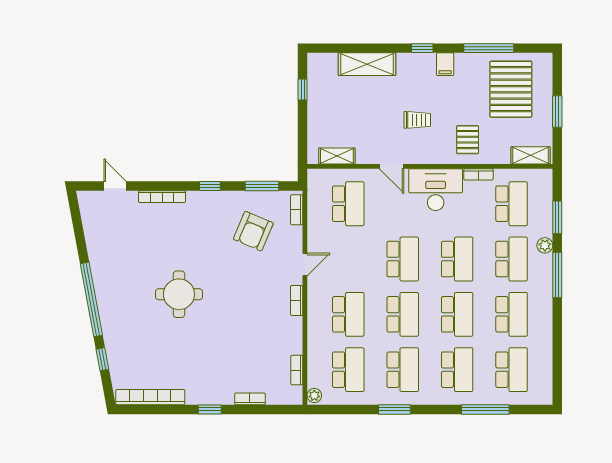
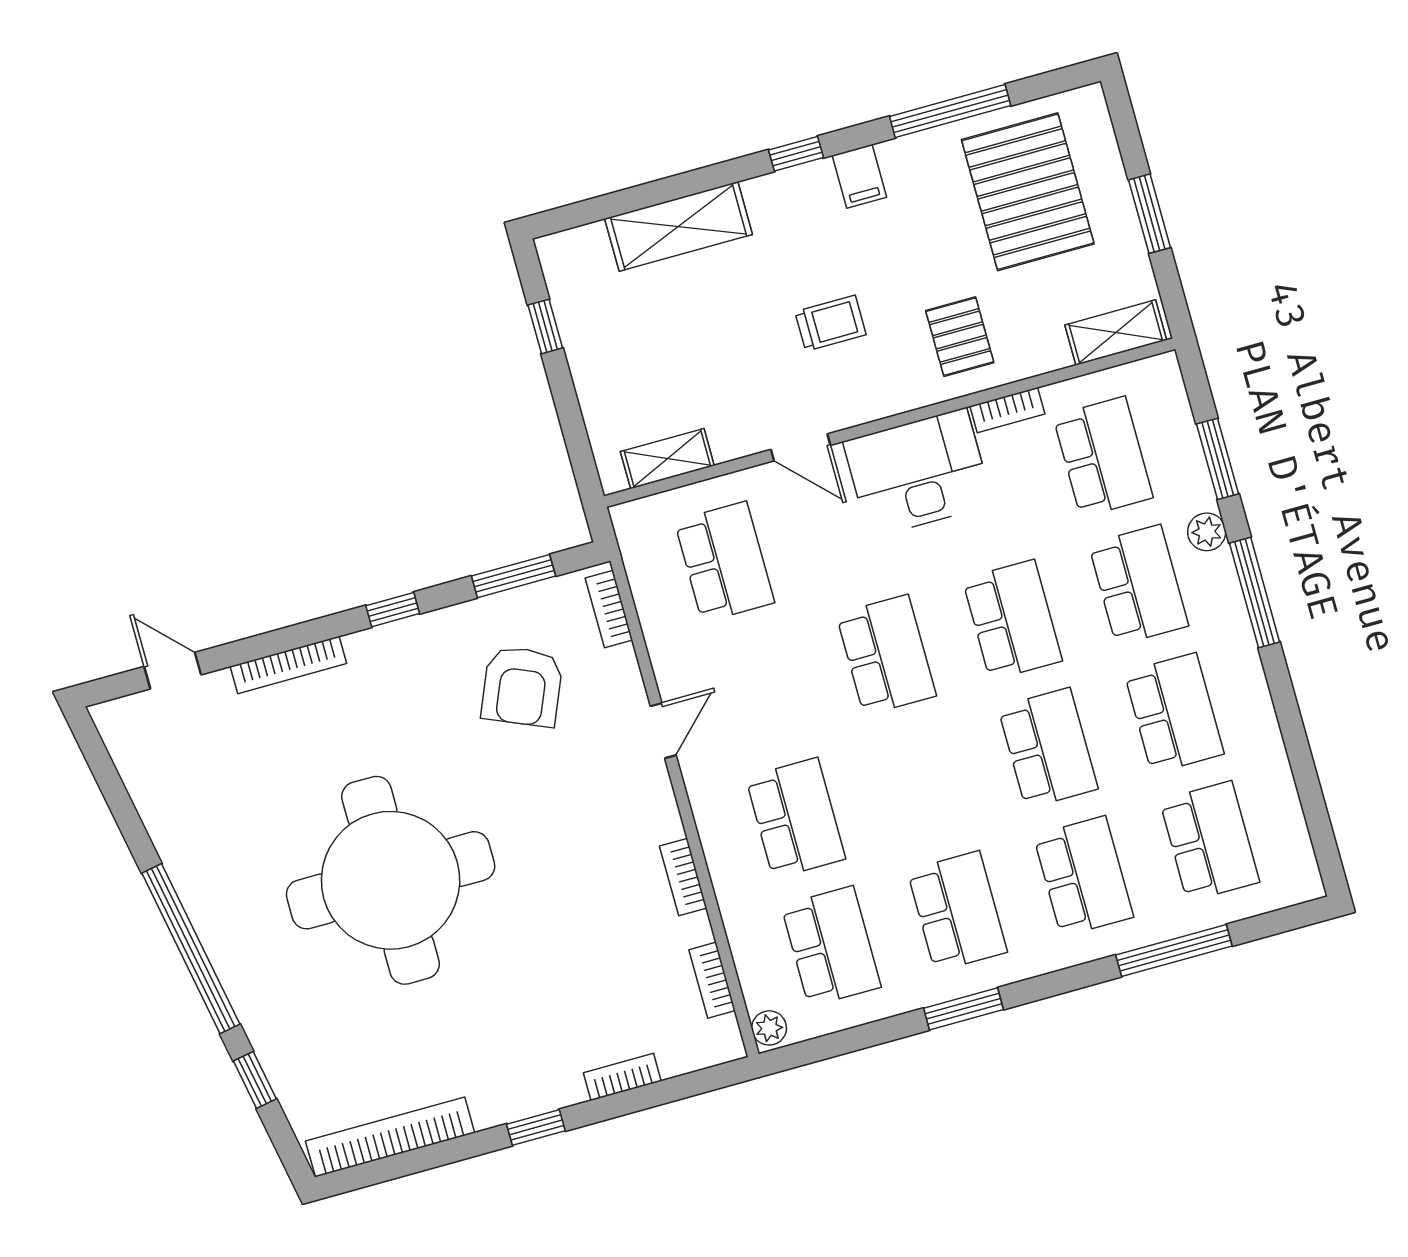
round table: (179, 294) -> (391, 880), width x1.86, depth x1.86
bookcase: (297, 300) -> (683, 877), moved
school desk: (403, 314) -> (922, 783), removed

